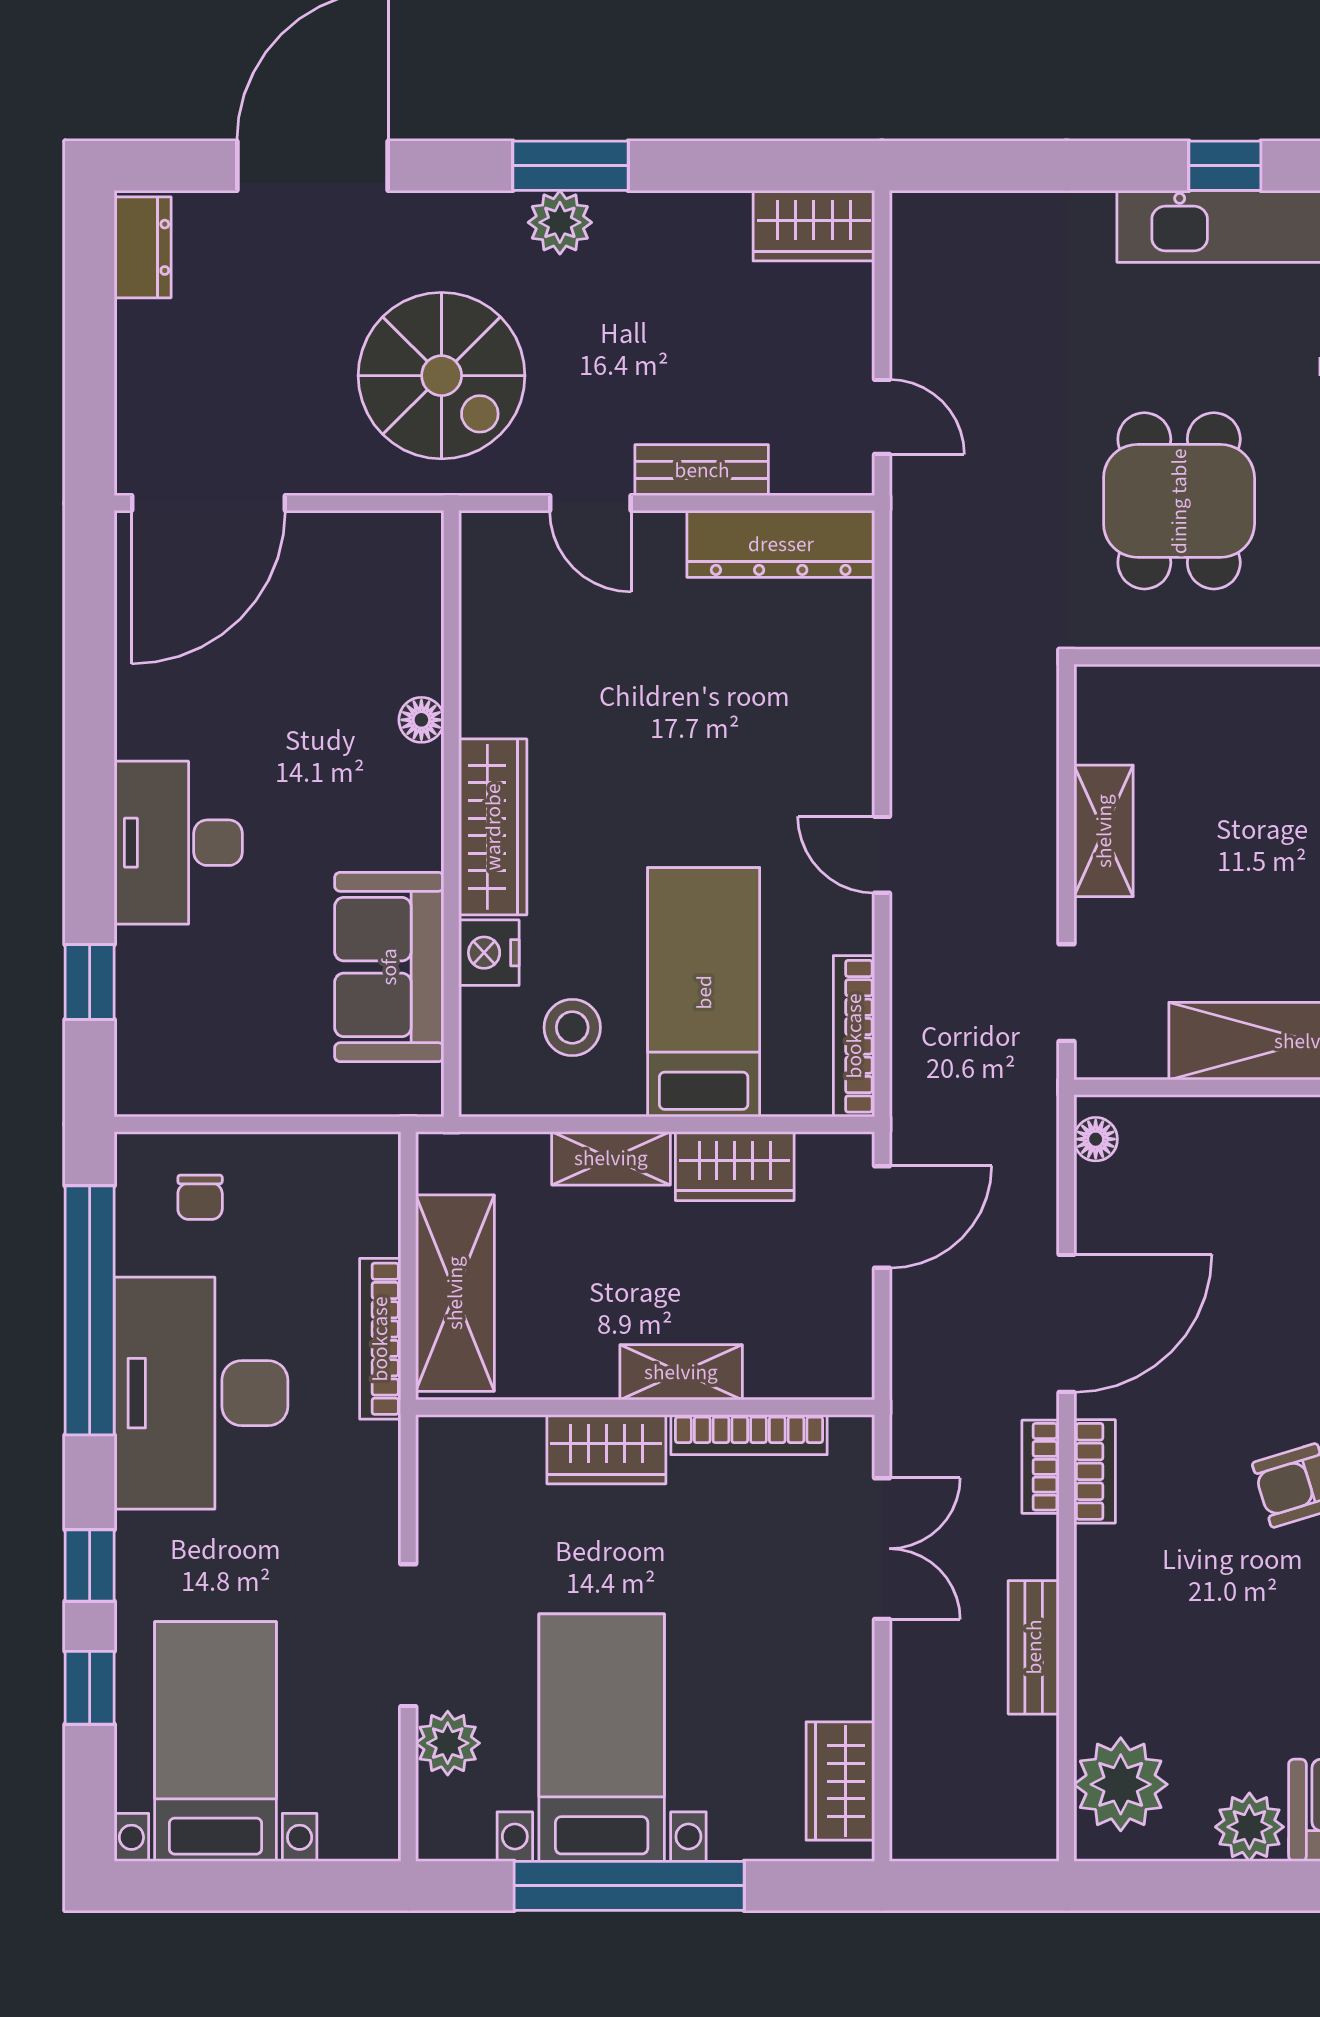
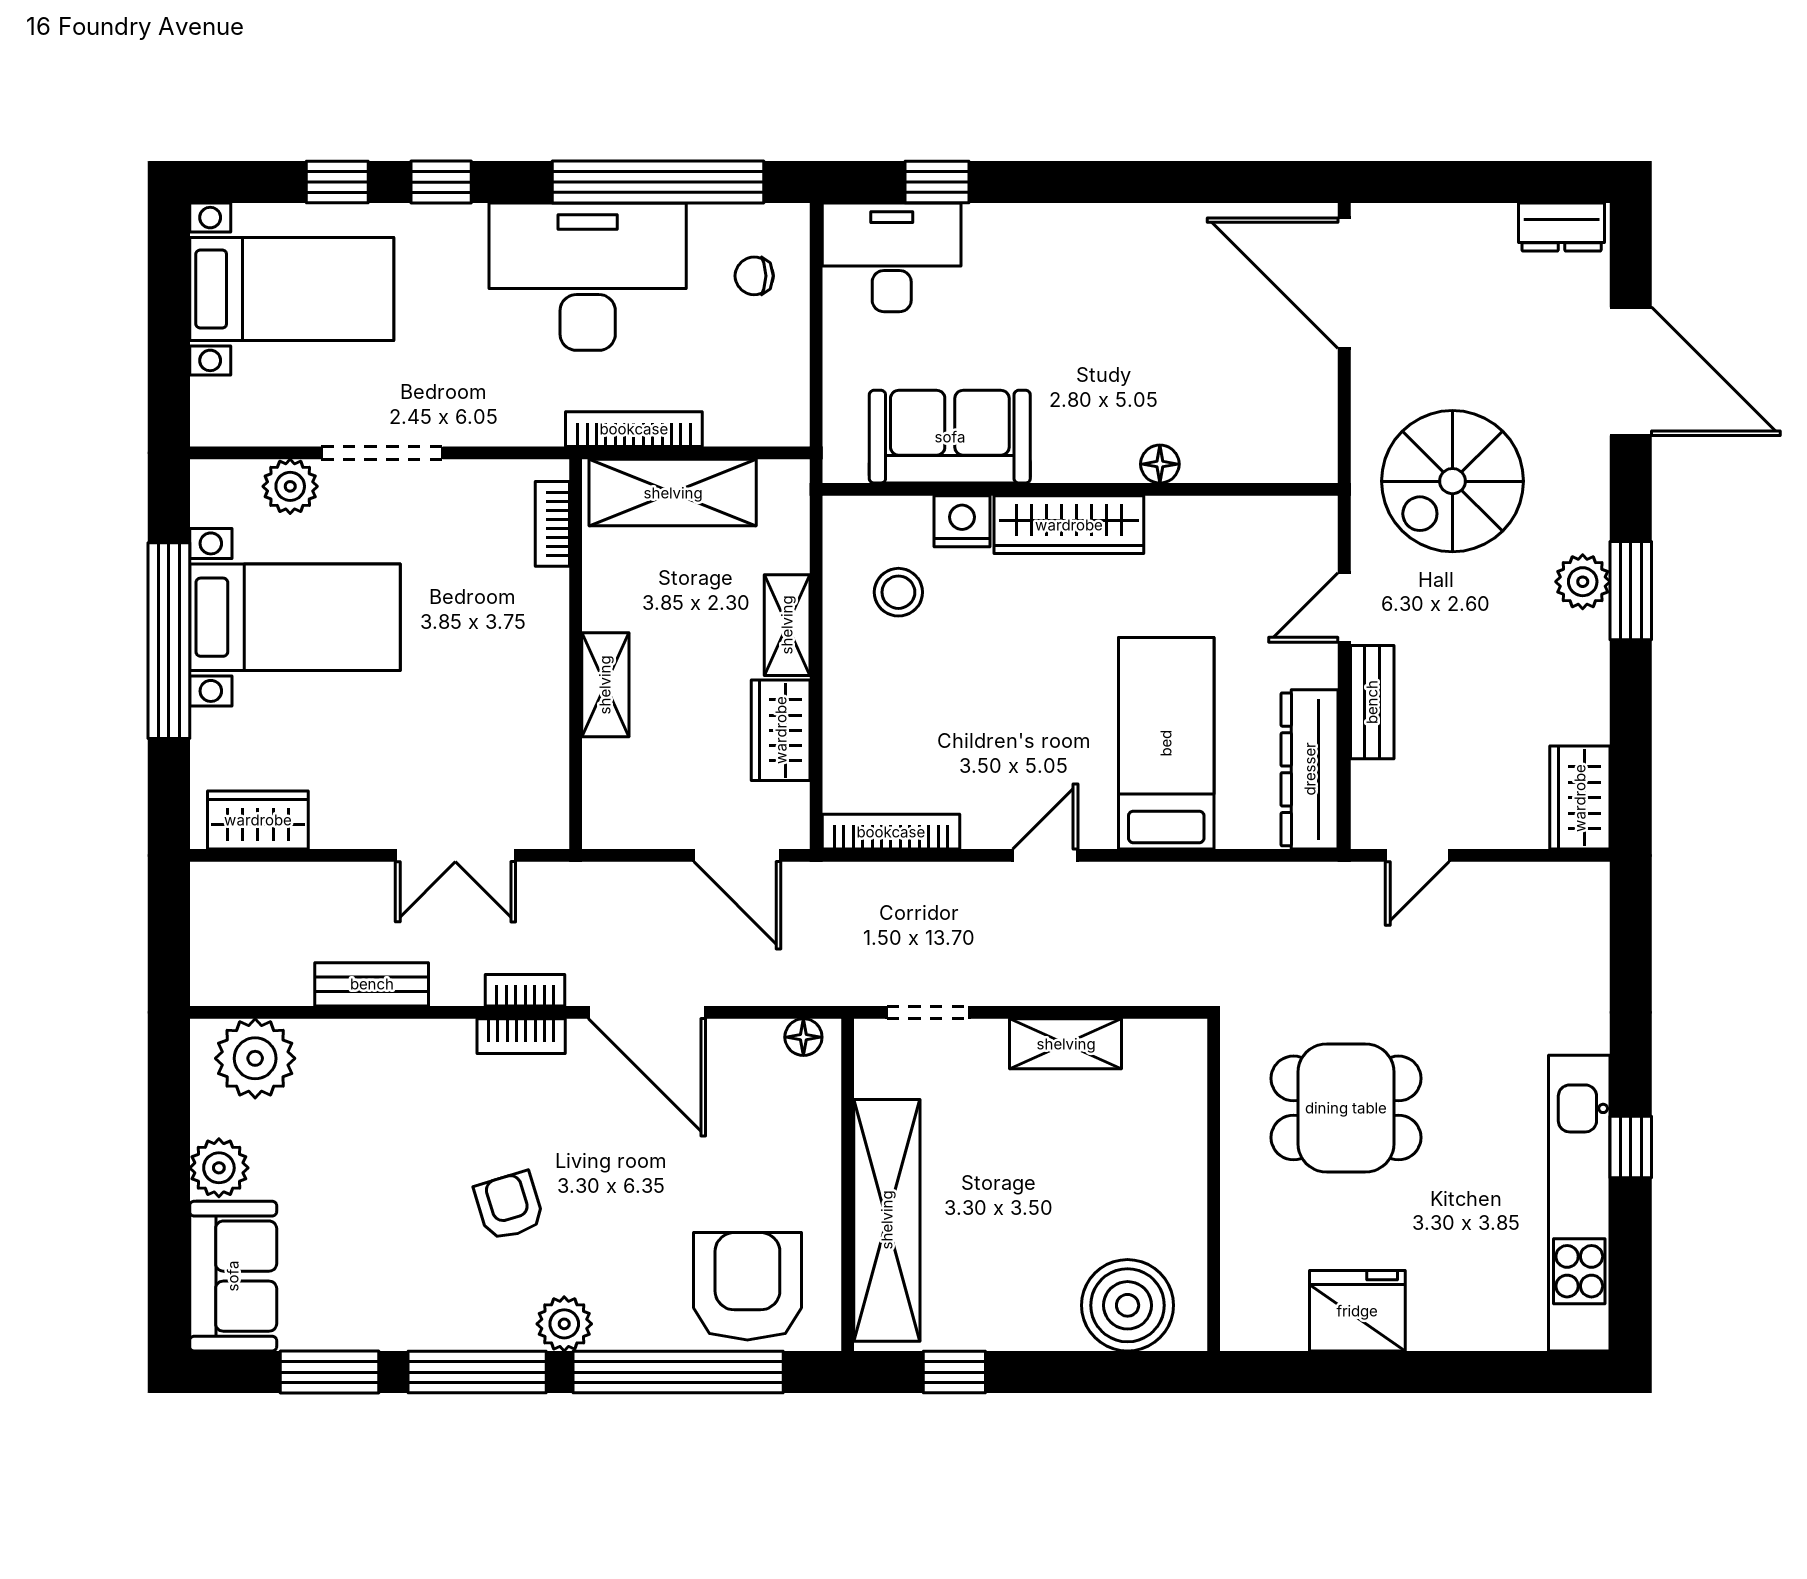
desk: (178, 843) -> (892, 257), moved
bed: (704, 992) -> (1166, 743), moved, turned -90
bookcase: (749, 1435) -> (552, 524), moved, width x0.64
wardrobe: (606, 1449) -> (540, 621), removed

